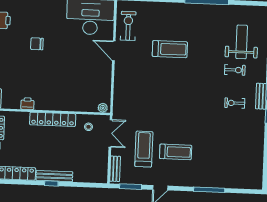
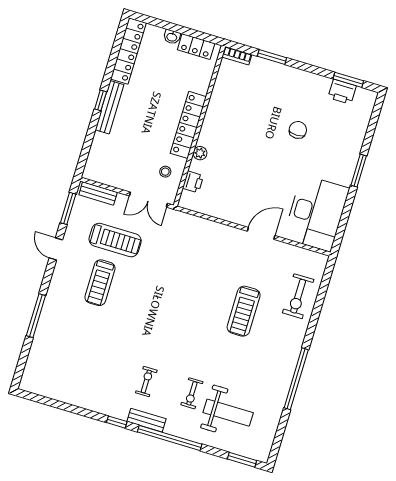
exercise bike: (128, 26) -> (298, 296), moved, turned 90
printer: (27, 104) -> (193, 182), moved
plant: (103, 108) -> (200, 153), moved

